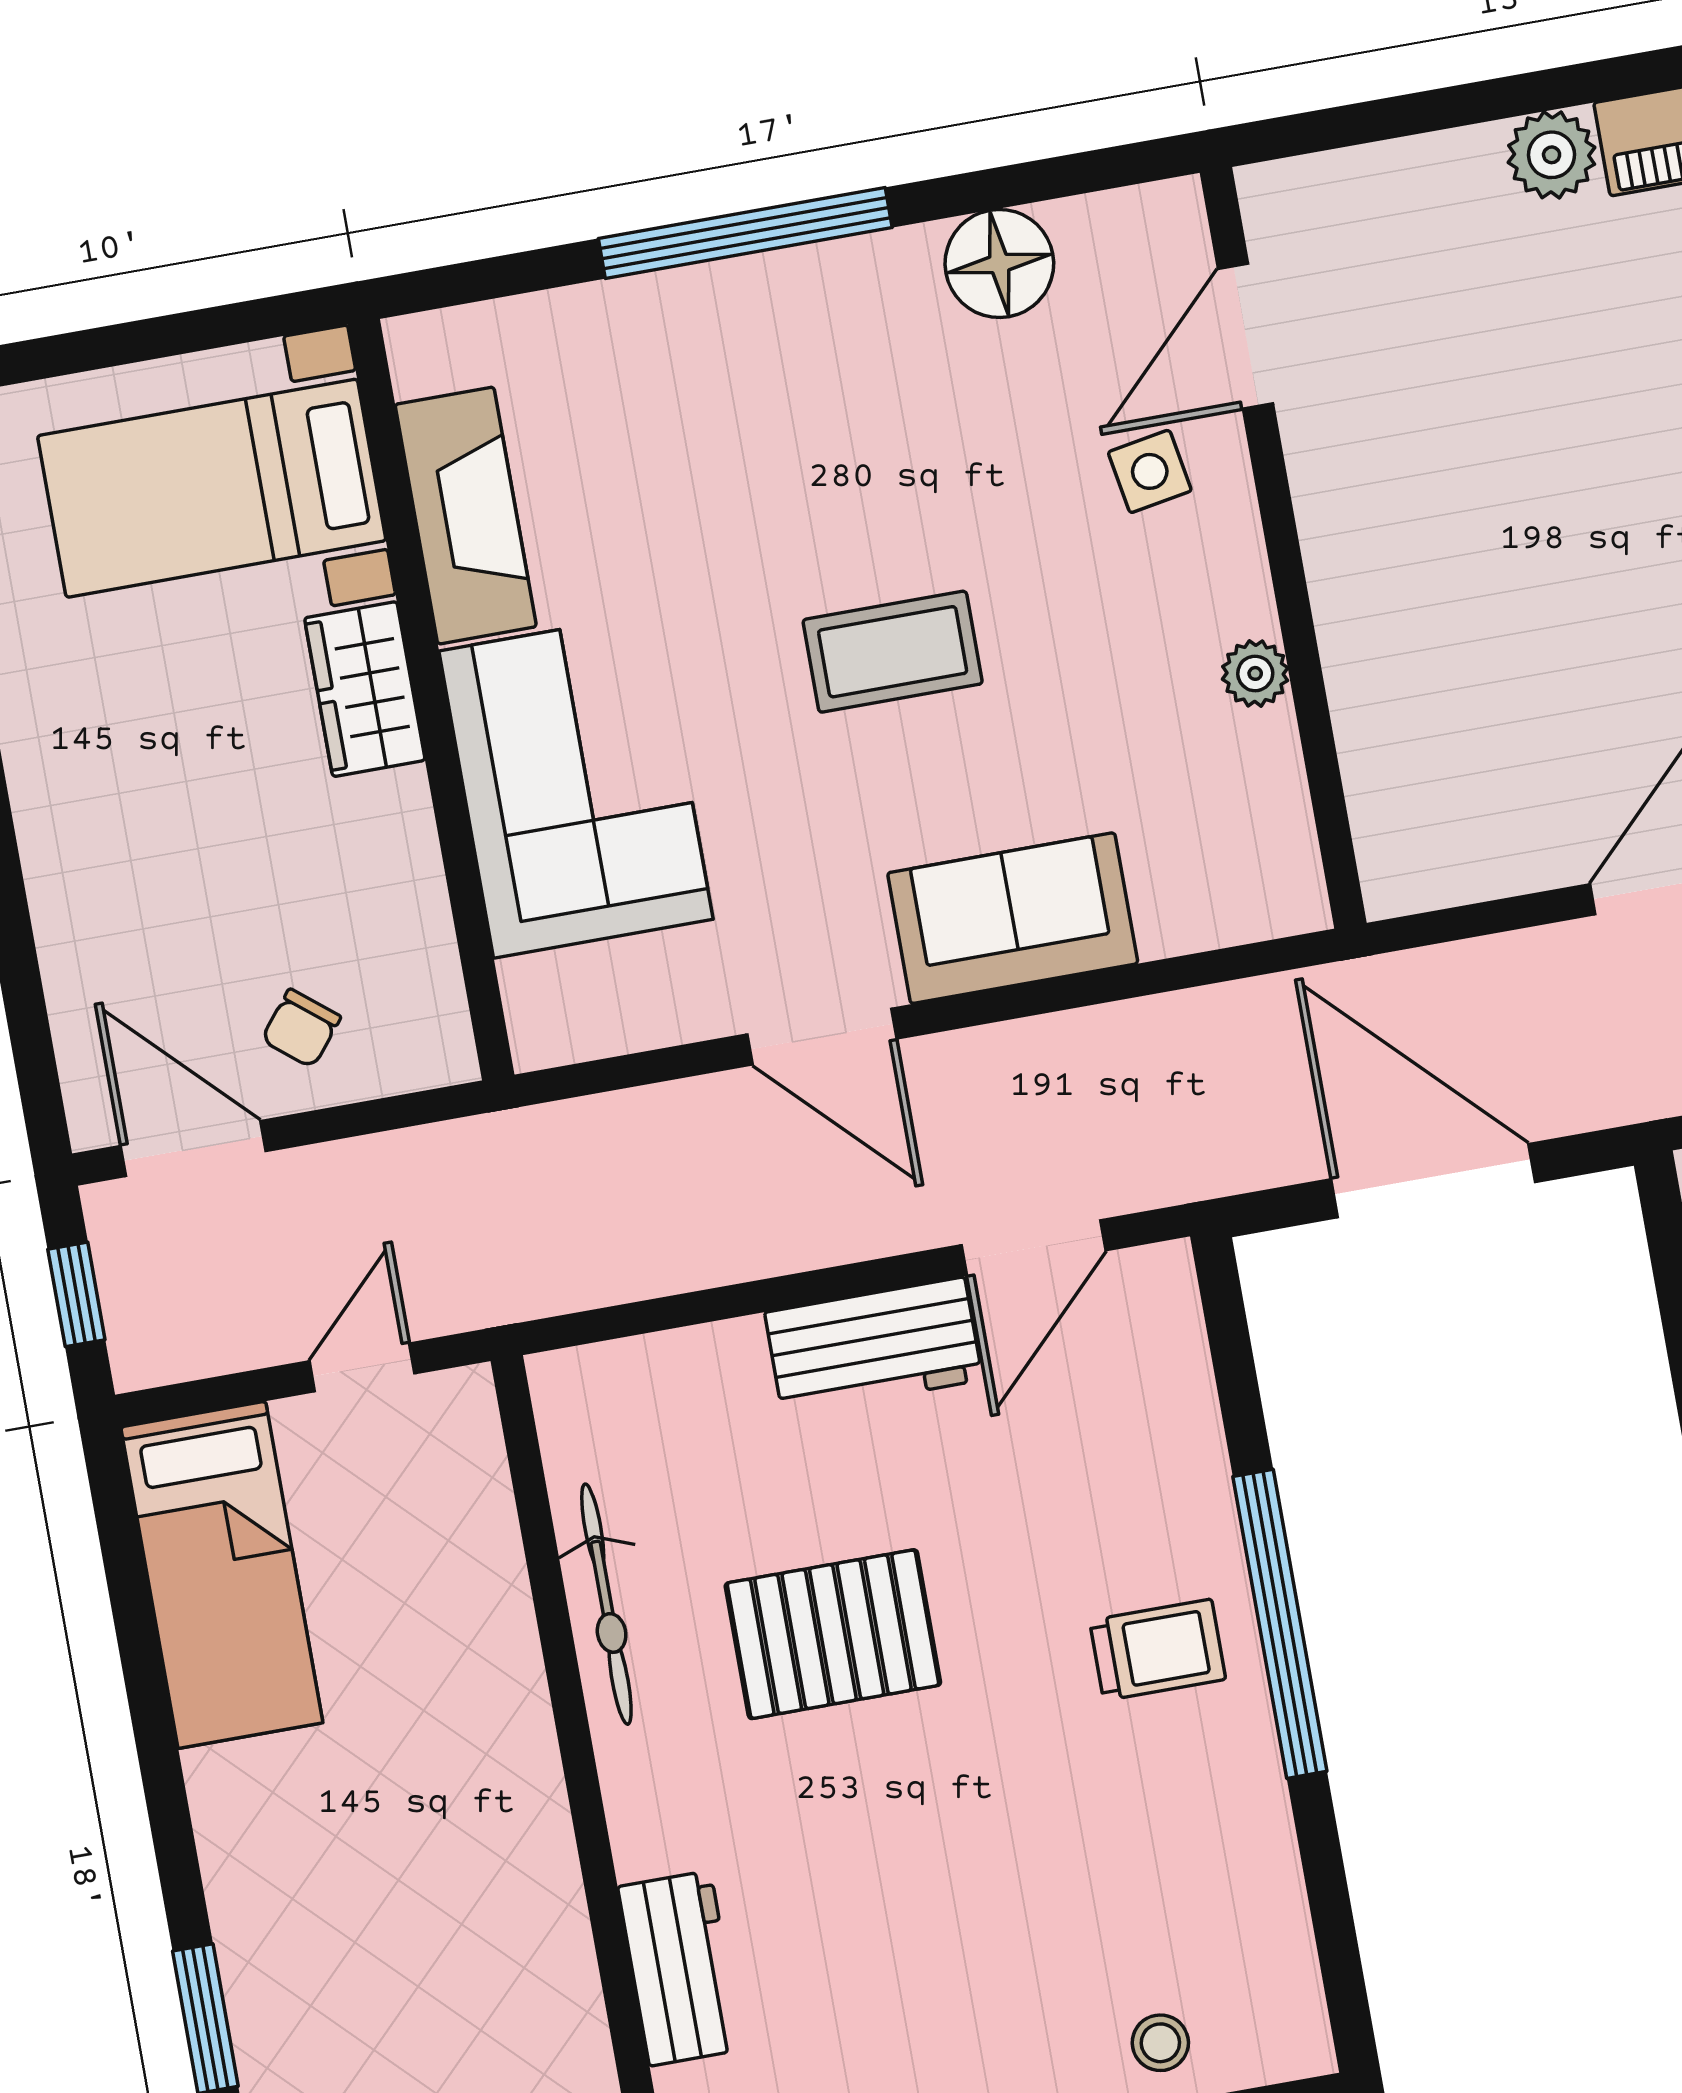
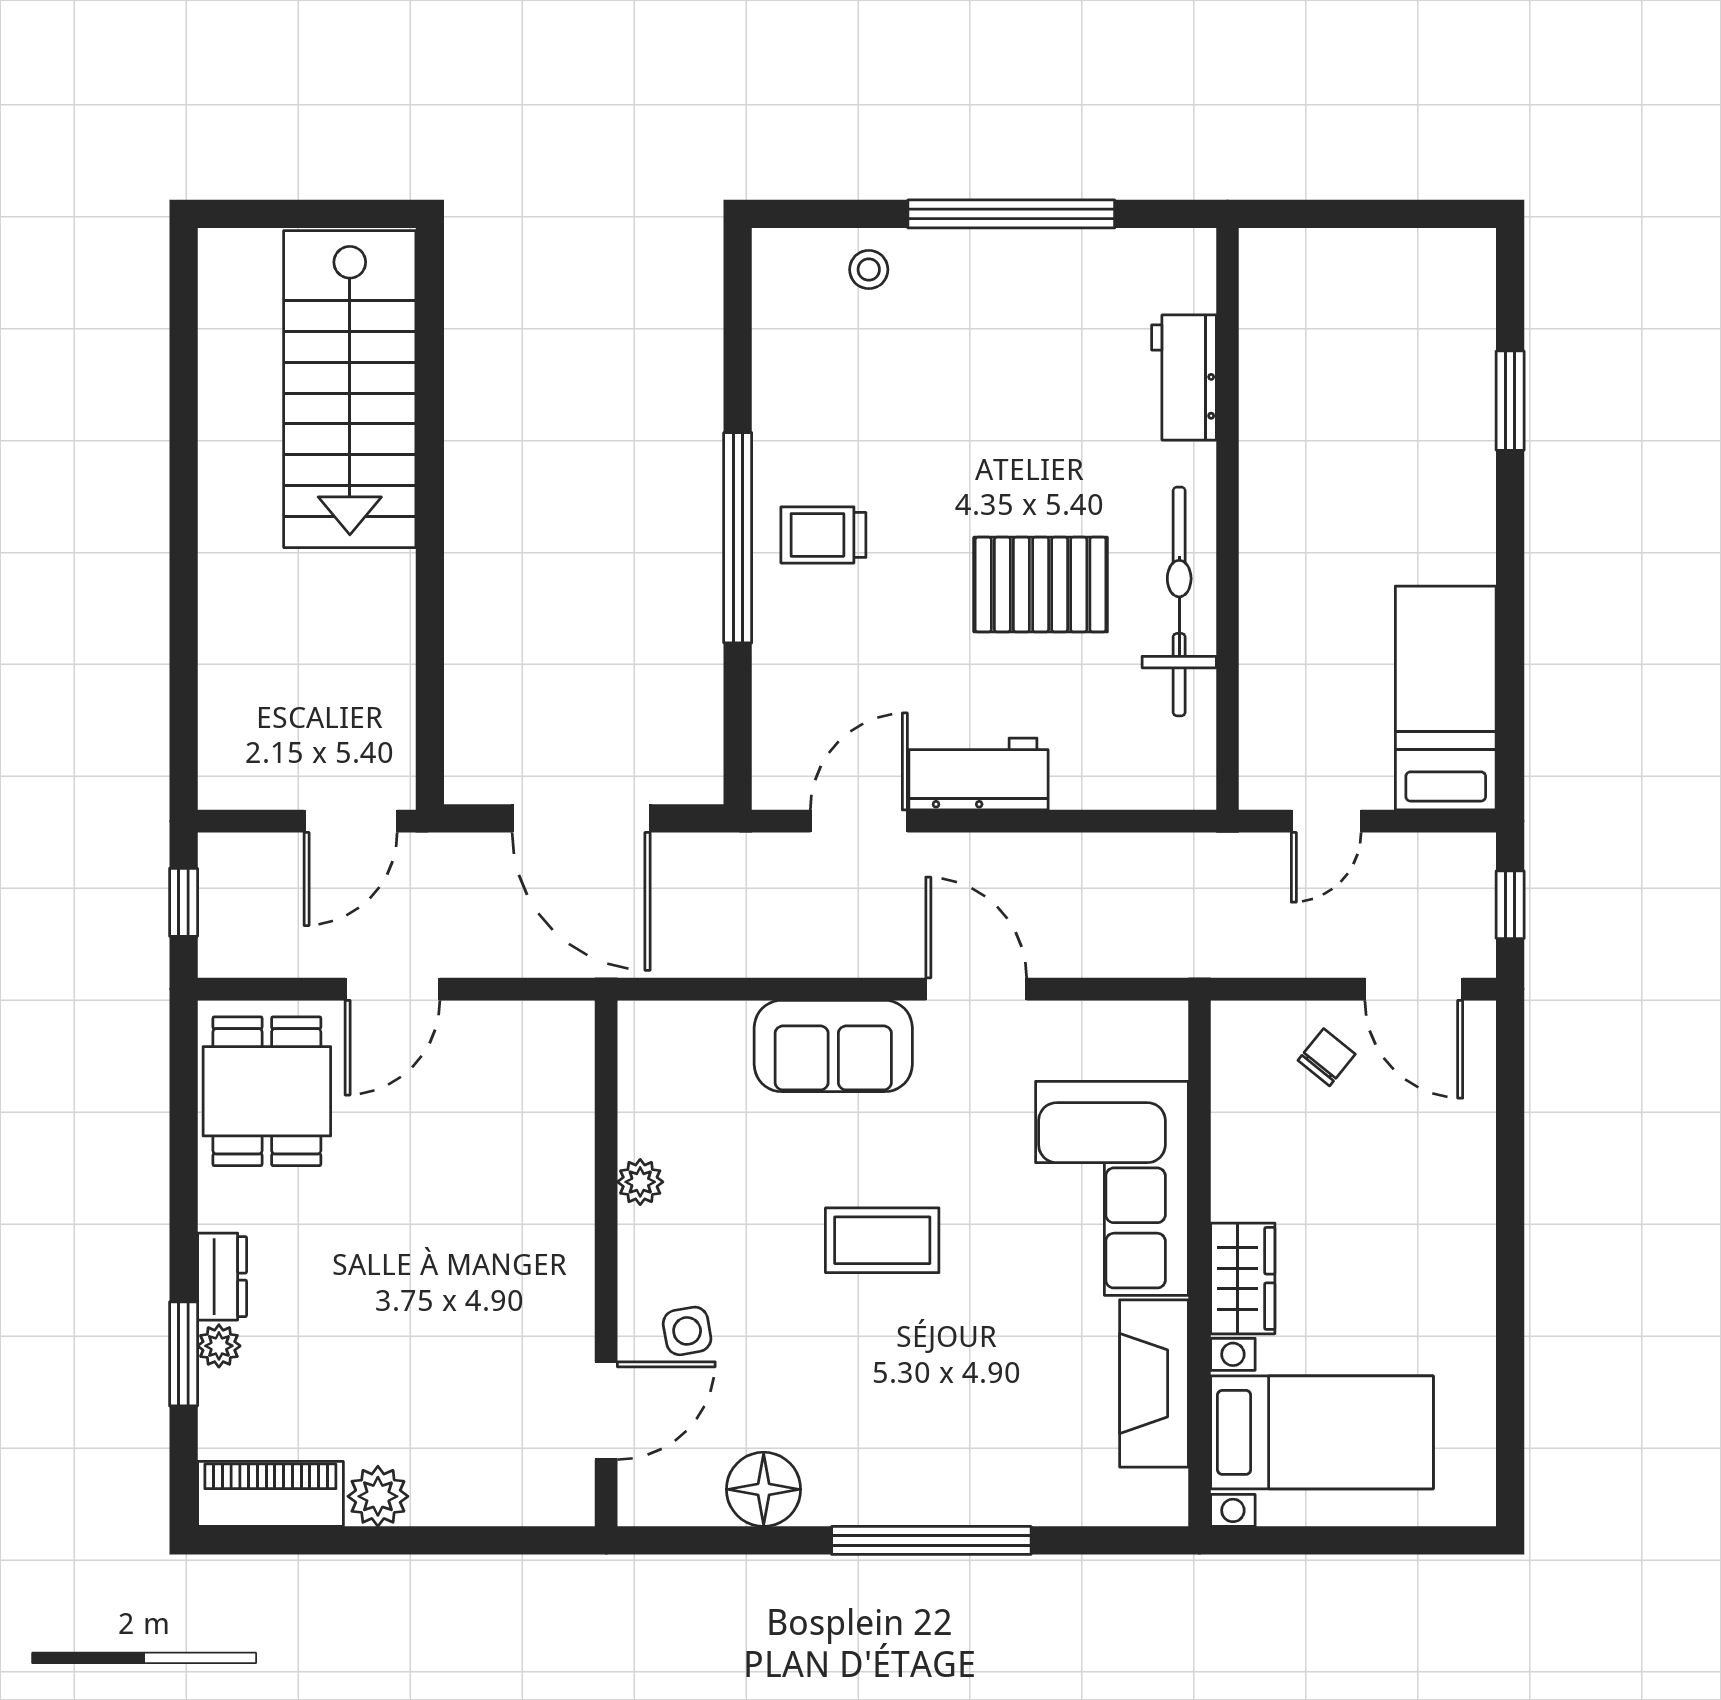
bicycle: (606, 1604) -> (1179, 601), width x1.37, depth x1.40

